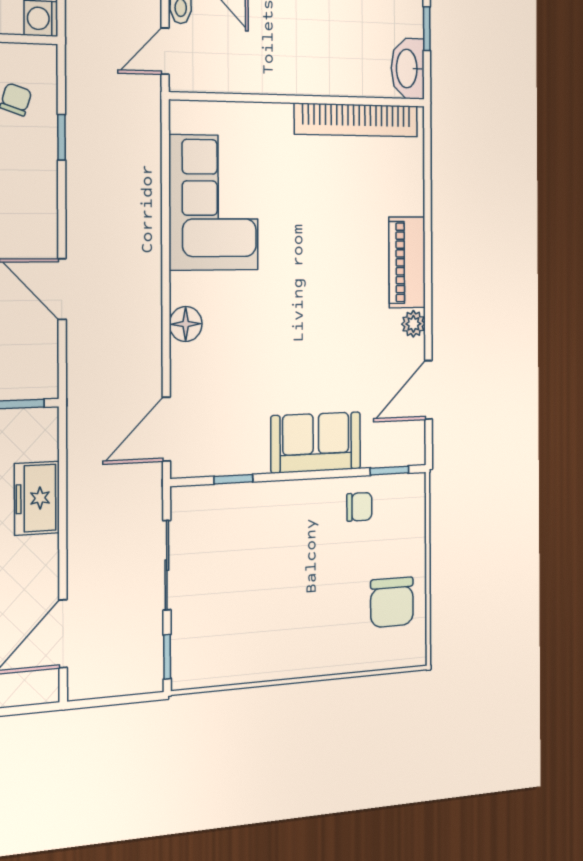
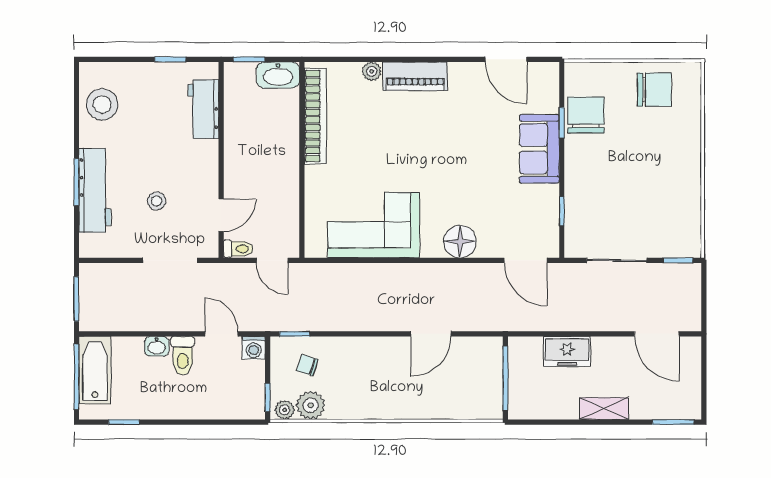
window: (61, 137) -> (295, 334), moved
floor lamp: (186, 324) -> (460, 242), width x1.38, depth x1.38
plant: (413, 324) -> (372, 71), moved
window: (389, 471) -> (562, 123), moved
chair: (359, 507) -> (586, 115), width x1.87, depth x1.87

